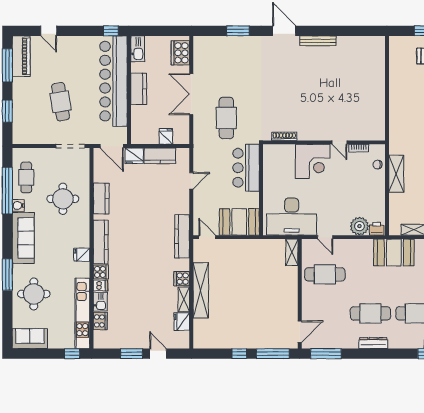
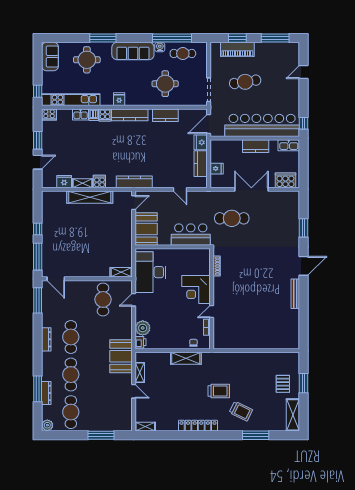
piano: (21, 56) -> (237, 49), moved
cooker: (100, 321) -> (49, 114), moved

